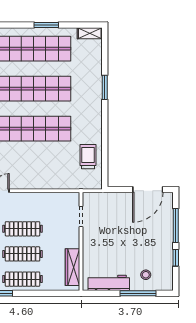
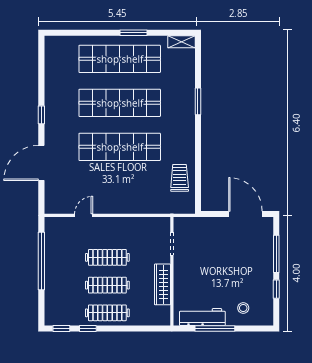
door: (148, 189) -> (245, 214), swing flipped
wardrobe: (73, 267) -> (162, 284), moved
window: (138, 293) -> (215, 328), moved

